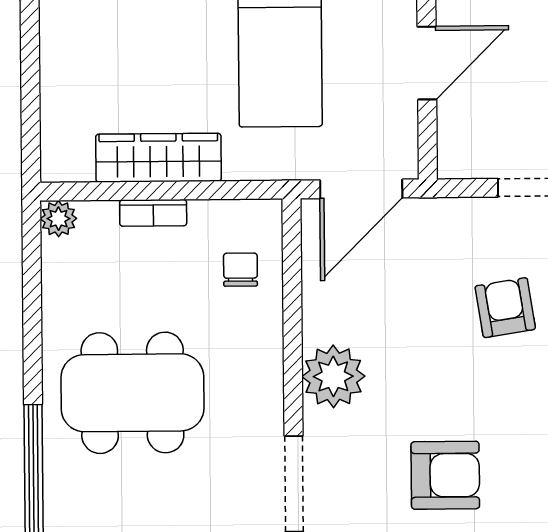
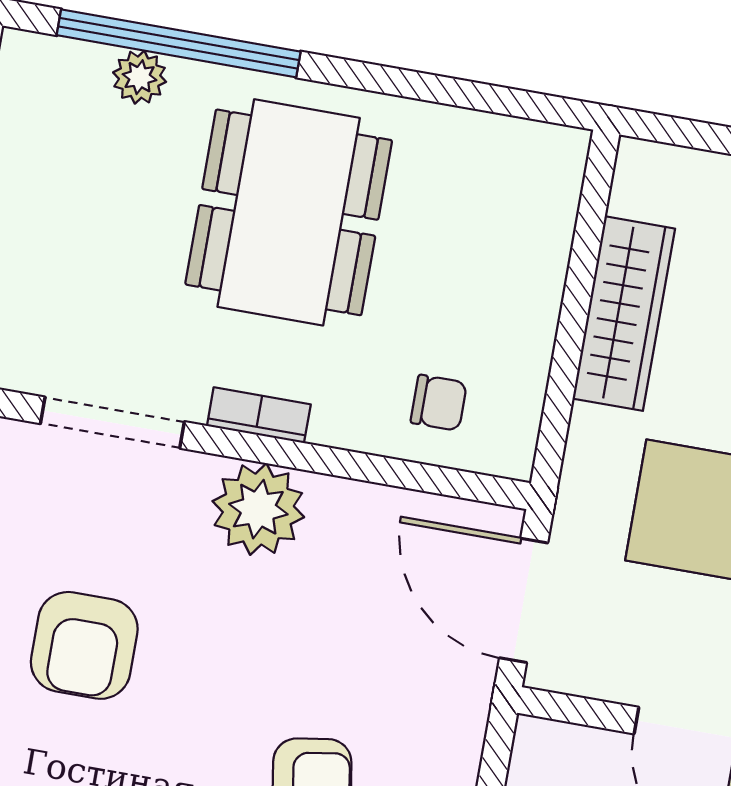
bookcase: (153, 213) -> (259, 415), moved, turned 90
plant: (58, 219) -> (140, 77), moved

